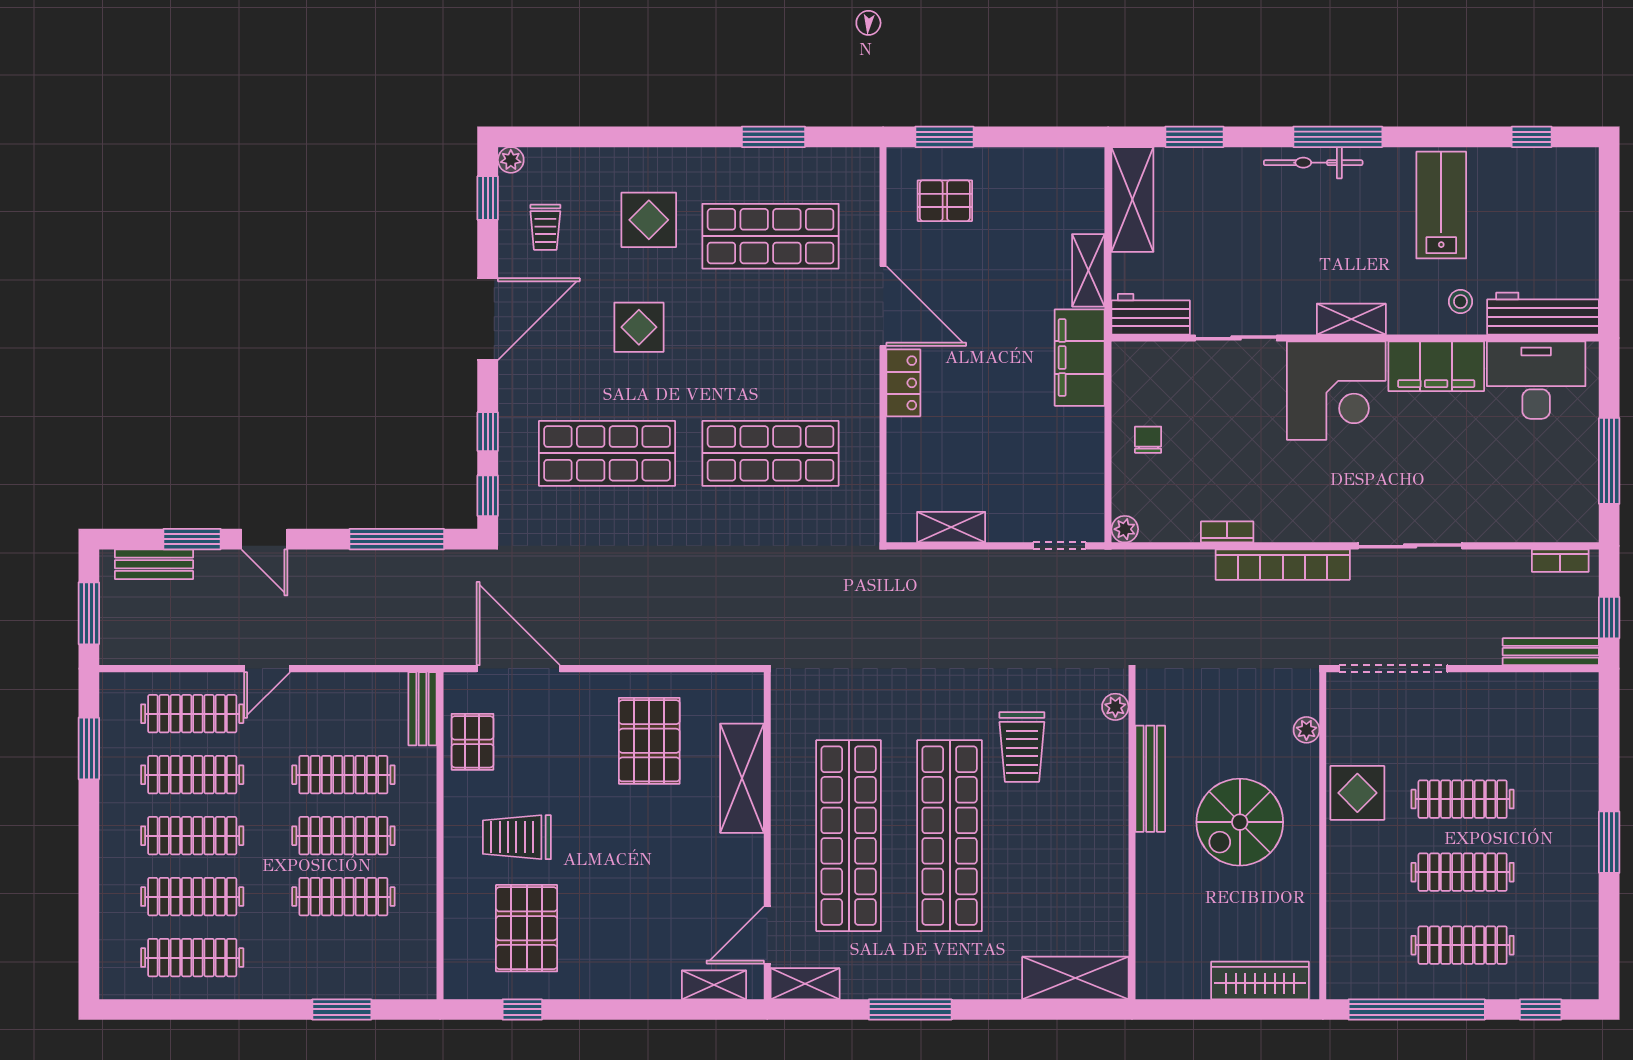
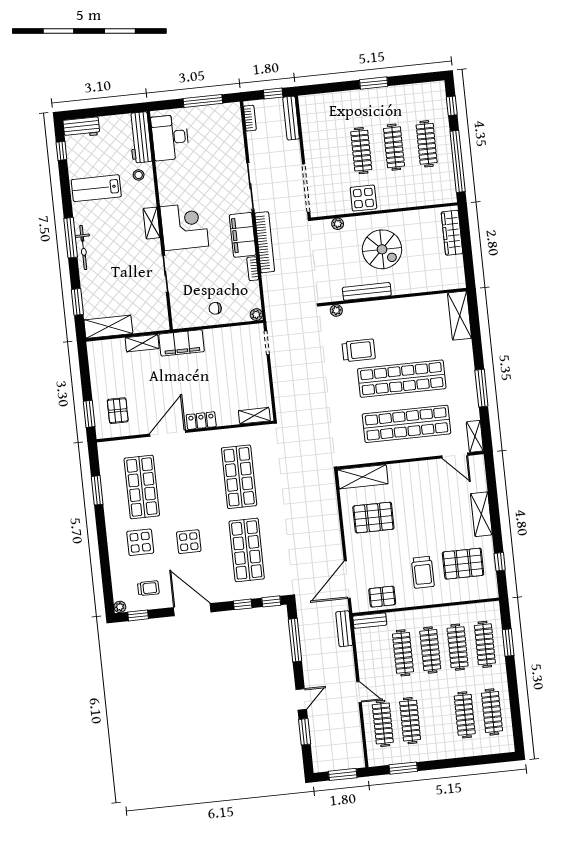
workbench: (1151, 314) -> (81, 128), moved, turned -90
filing cabinet: (1436, 366) -> (243, 235), moved, turned 180
shelving: (951, 527) -> (254, 416), moved, turned 90
bench: (154, 564) -> (344, 629), moved
shelving: (742, 778) -> (363, 477), moved
clothes rail: (192, 836) -> (485, 644), moved
shelving: (714, 985) -> (481, 514), moved, width x1.50, depth x1.33

